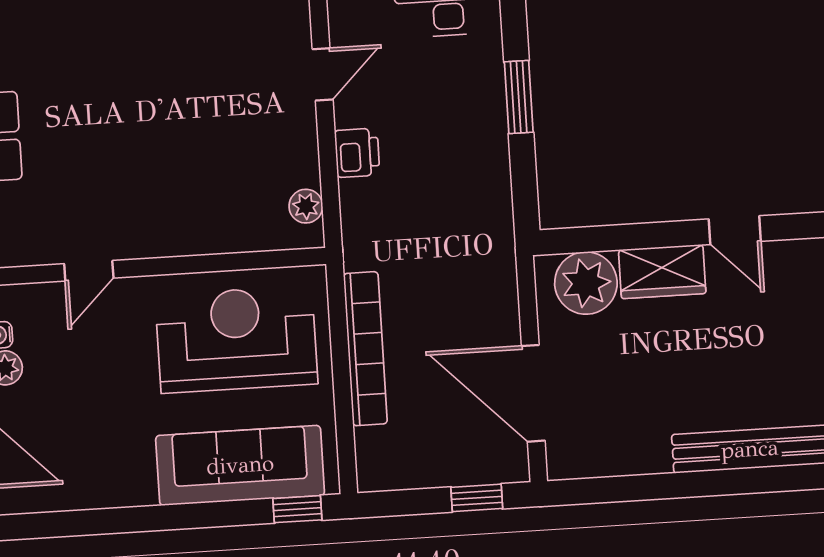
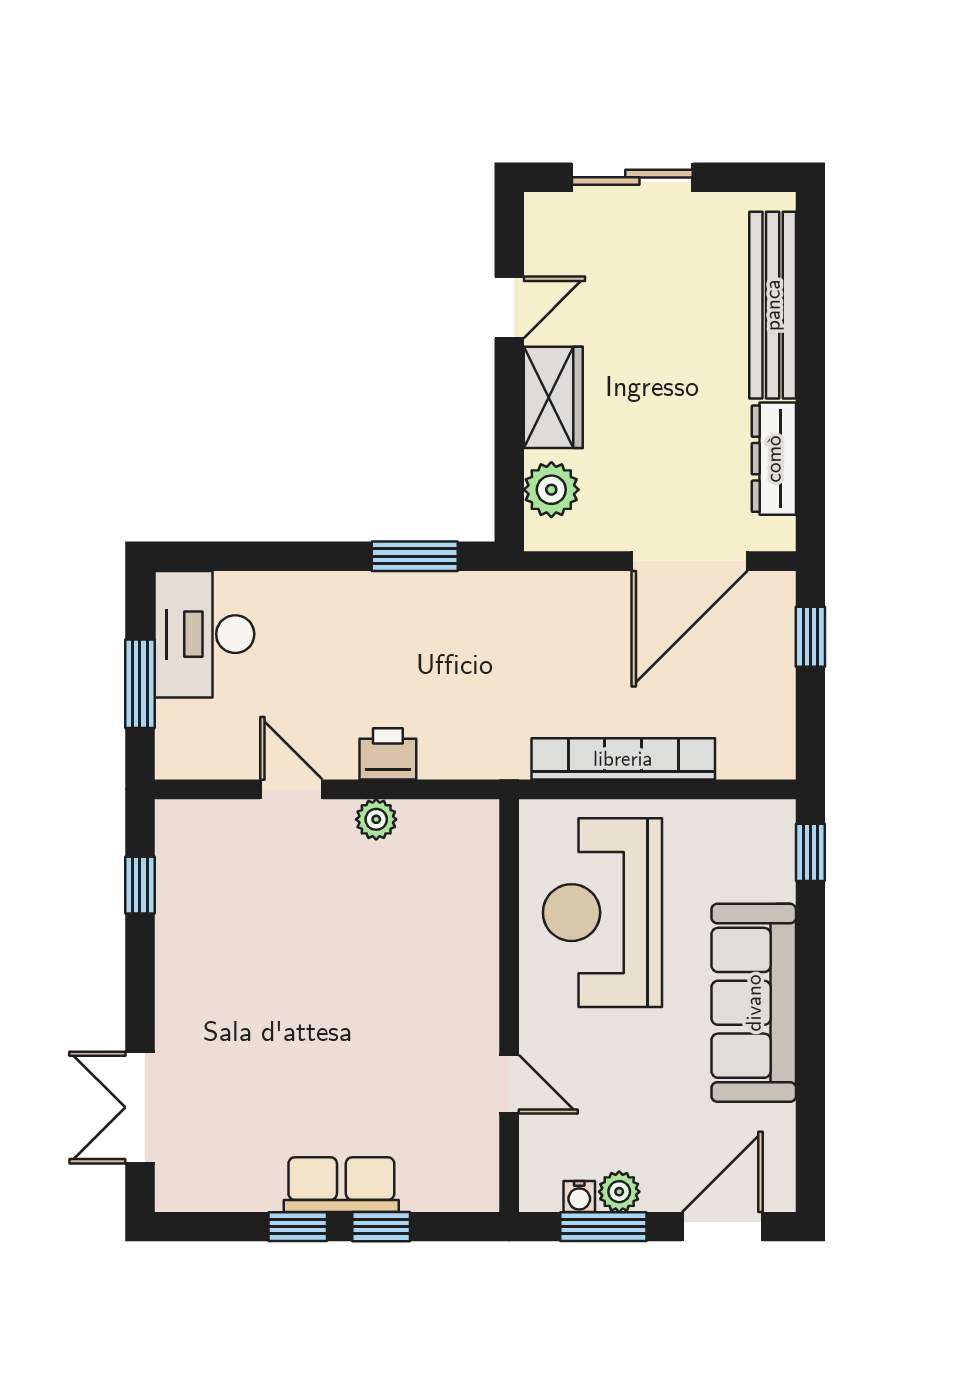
window: (519, 97) -> (415, 556), moved
plant: (306, 206) -> (376, 819), moved
plant: (586, 283) -> (551, 490), width x0.73, depth x0.73
dresser: (623, 458) -> (774, 459), added
sofa: (240, 465) -> (754, 1003), moved

